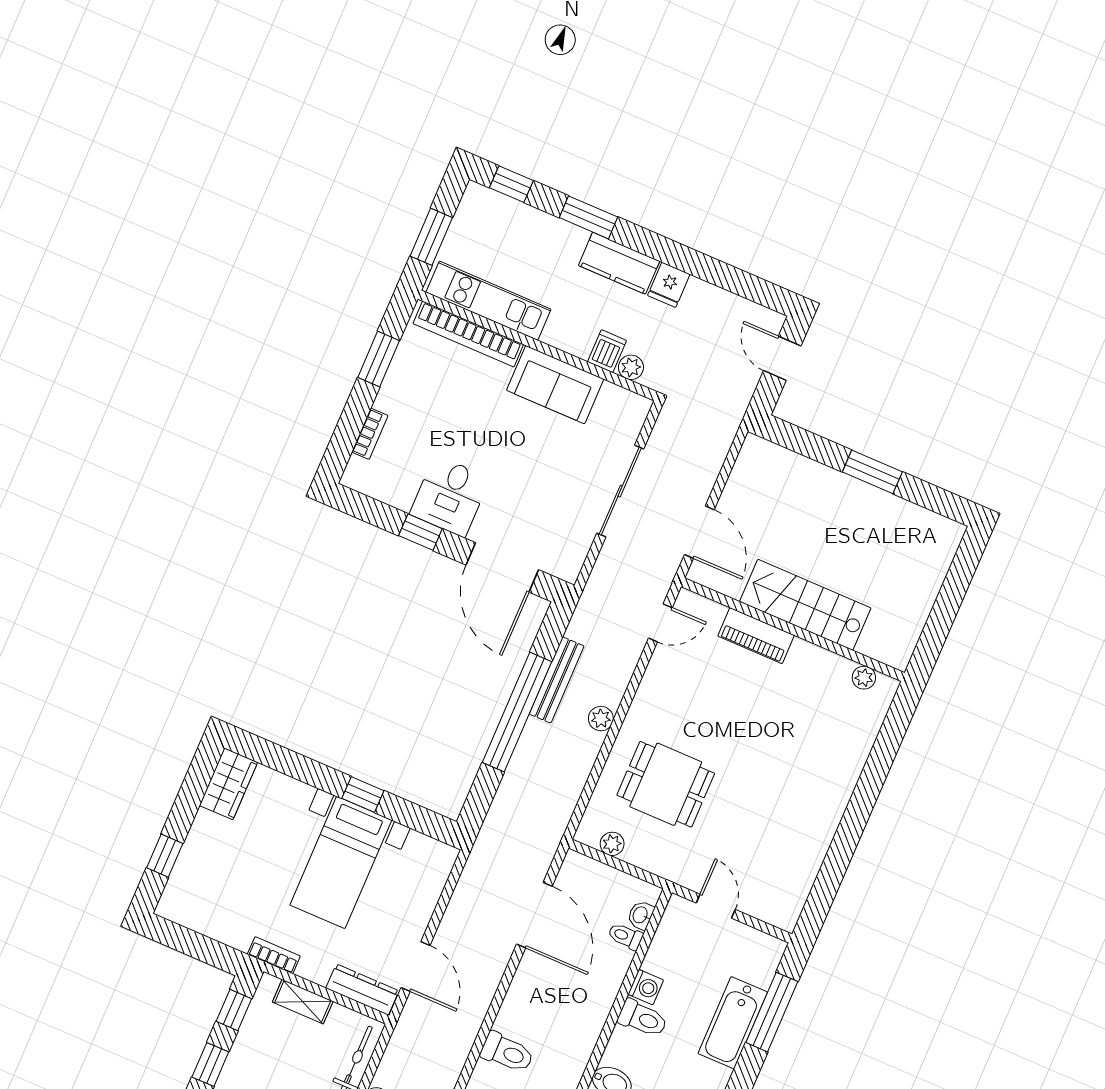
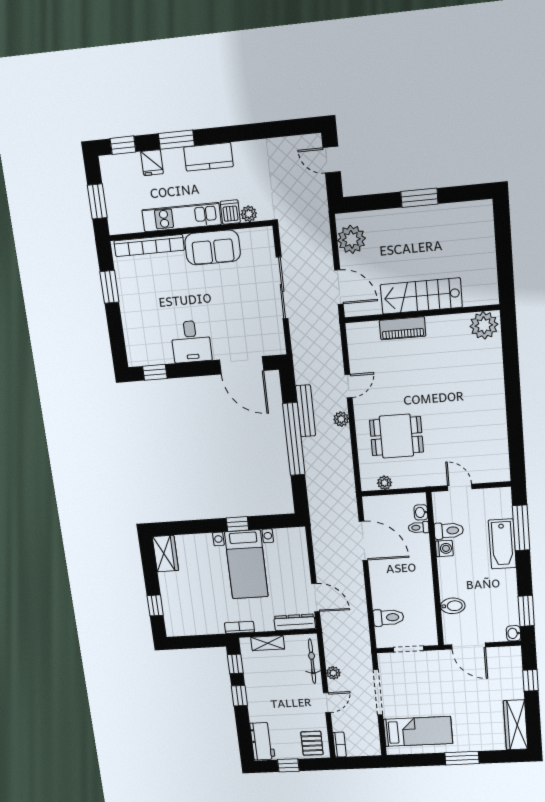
fridge: (669, 285) -> (152, 163), moved
kitchen unit: (488, 301) -> (182, 217), moved
bookcase: (370, 434) -> (129, 331), removed
plant: (752, 477) -> (351, 239), added
window: (420, 532) -> (155, 372), moved
door: (660, 623) -> (349, 386), moved
plant: (864, 678) -> (484, 325), width x1.88, depth x1.88
toilet: (643, 1018) -> (449, 531), moved

